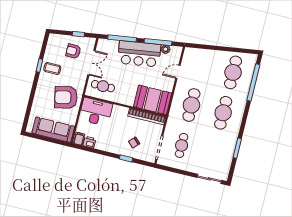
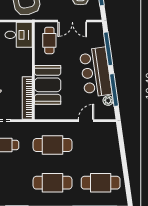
door: (178, 72) -> (86, 121), hinge flipped
booth: (153, 100) -> (48, 85), moved
desk: (96, 112) -> (19, 35), width x0.73

